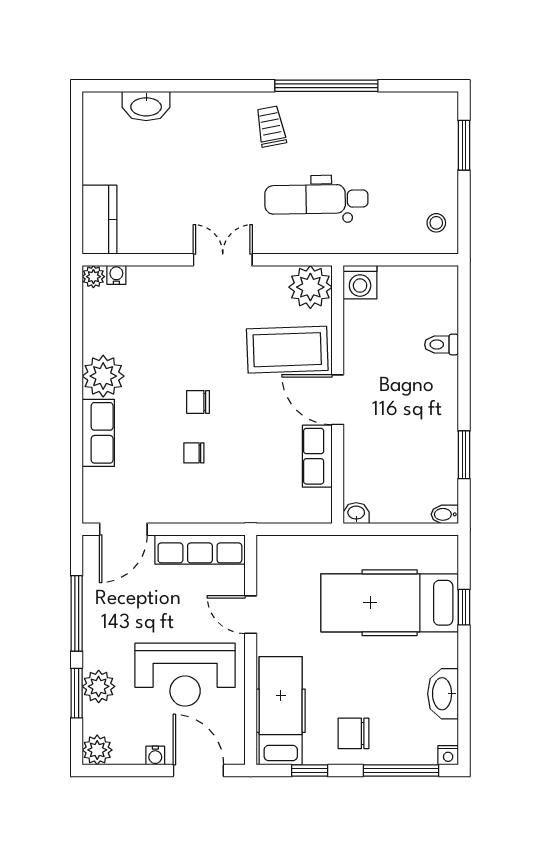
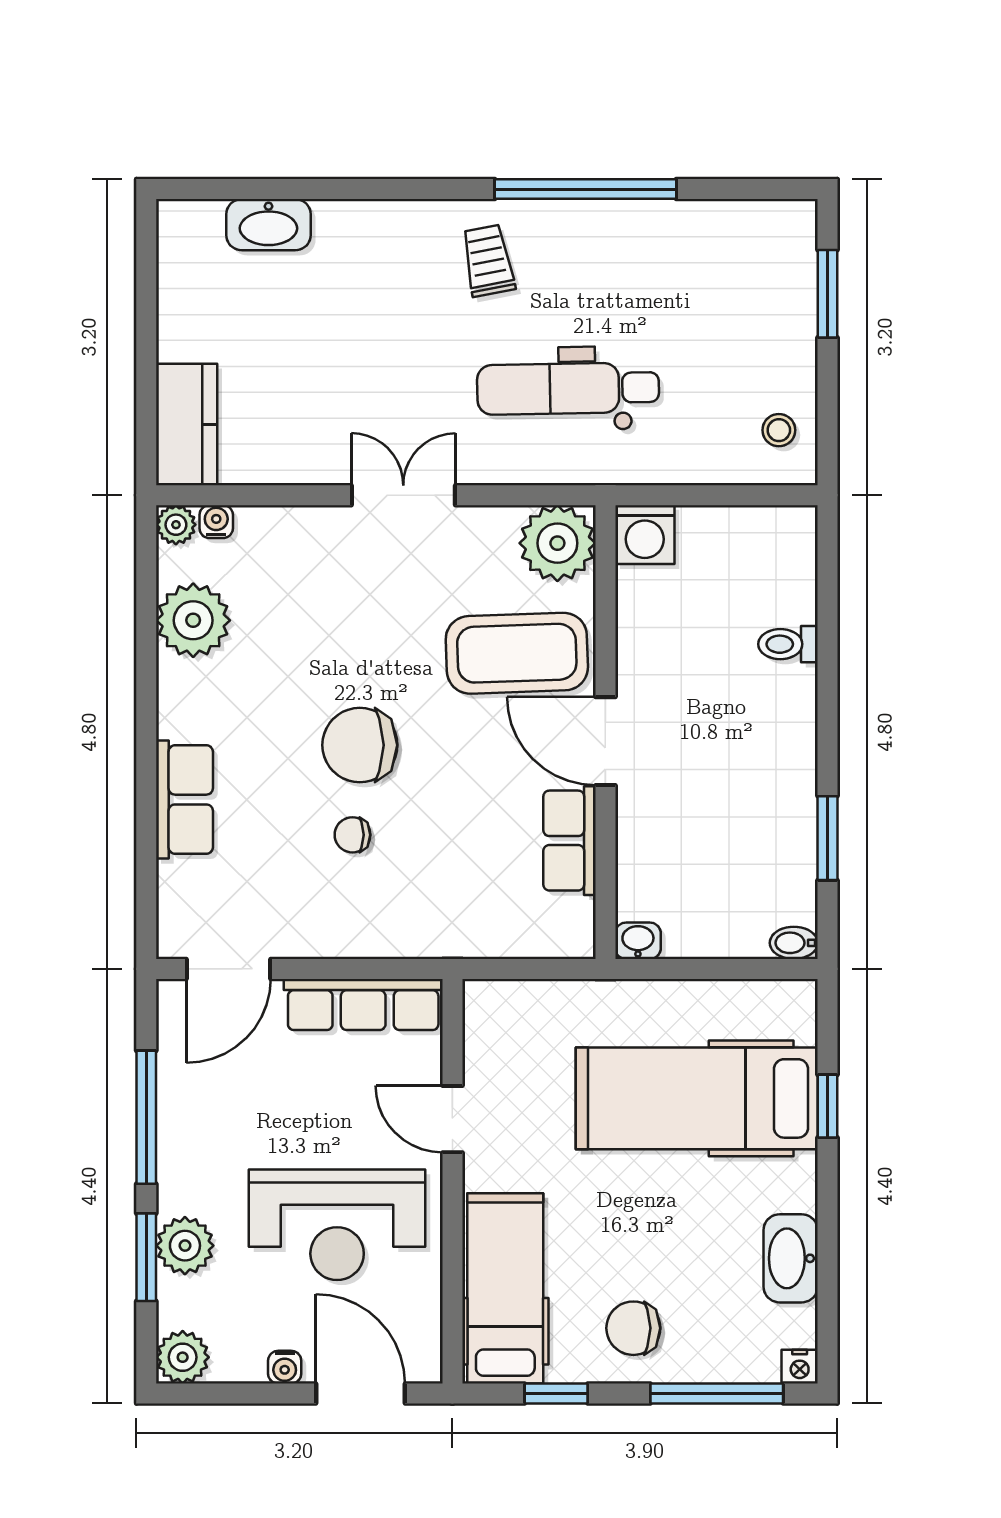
plant: (103, 376) -> (193, 620), moved
chair: (198, 402) -> (360, 745), width x1.87, depth x1.87

